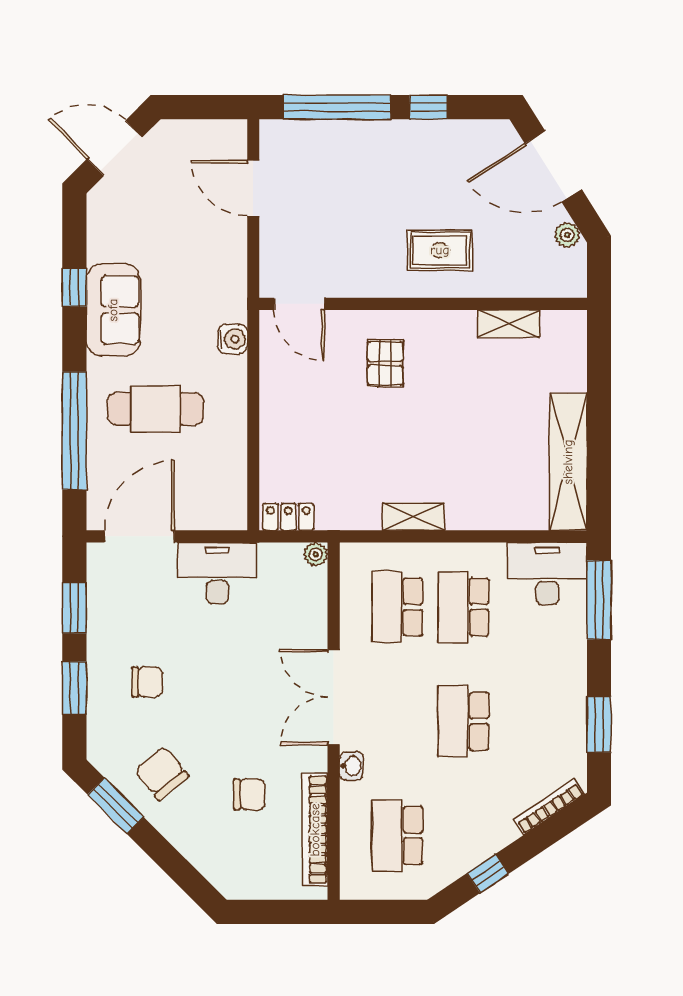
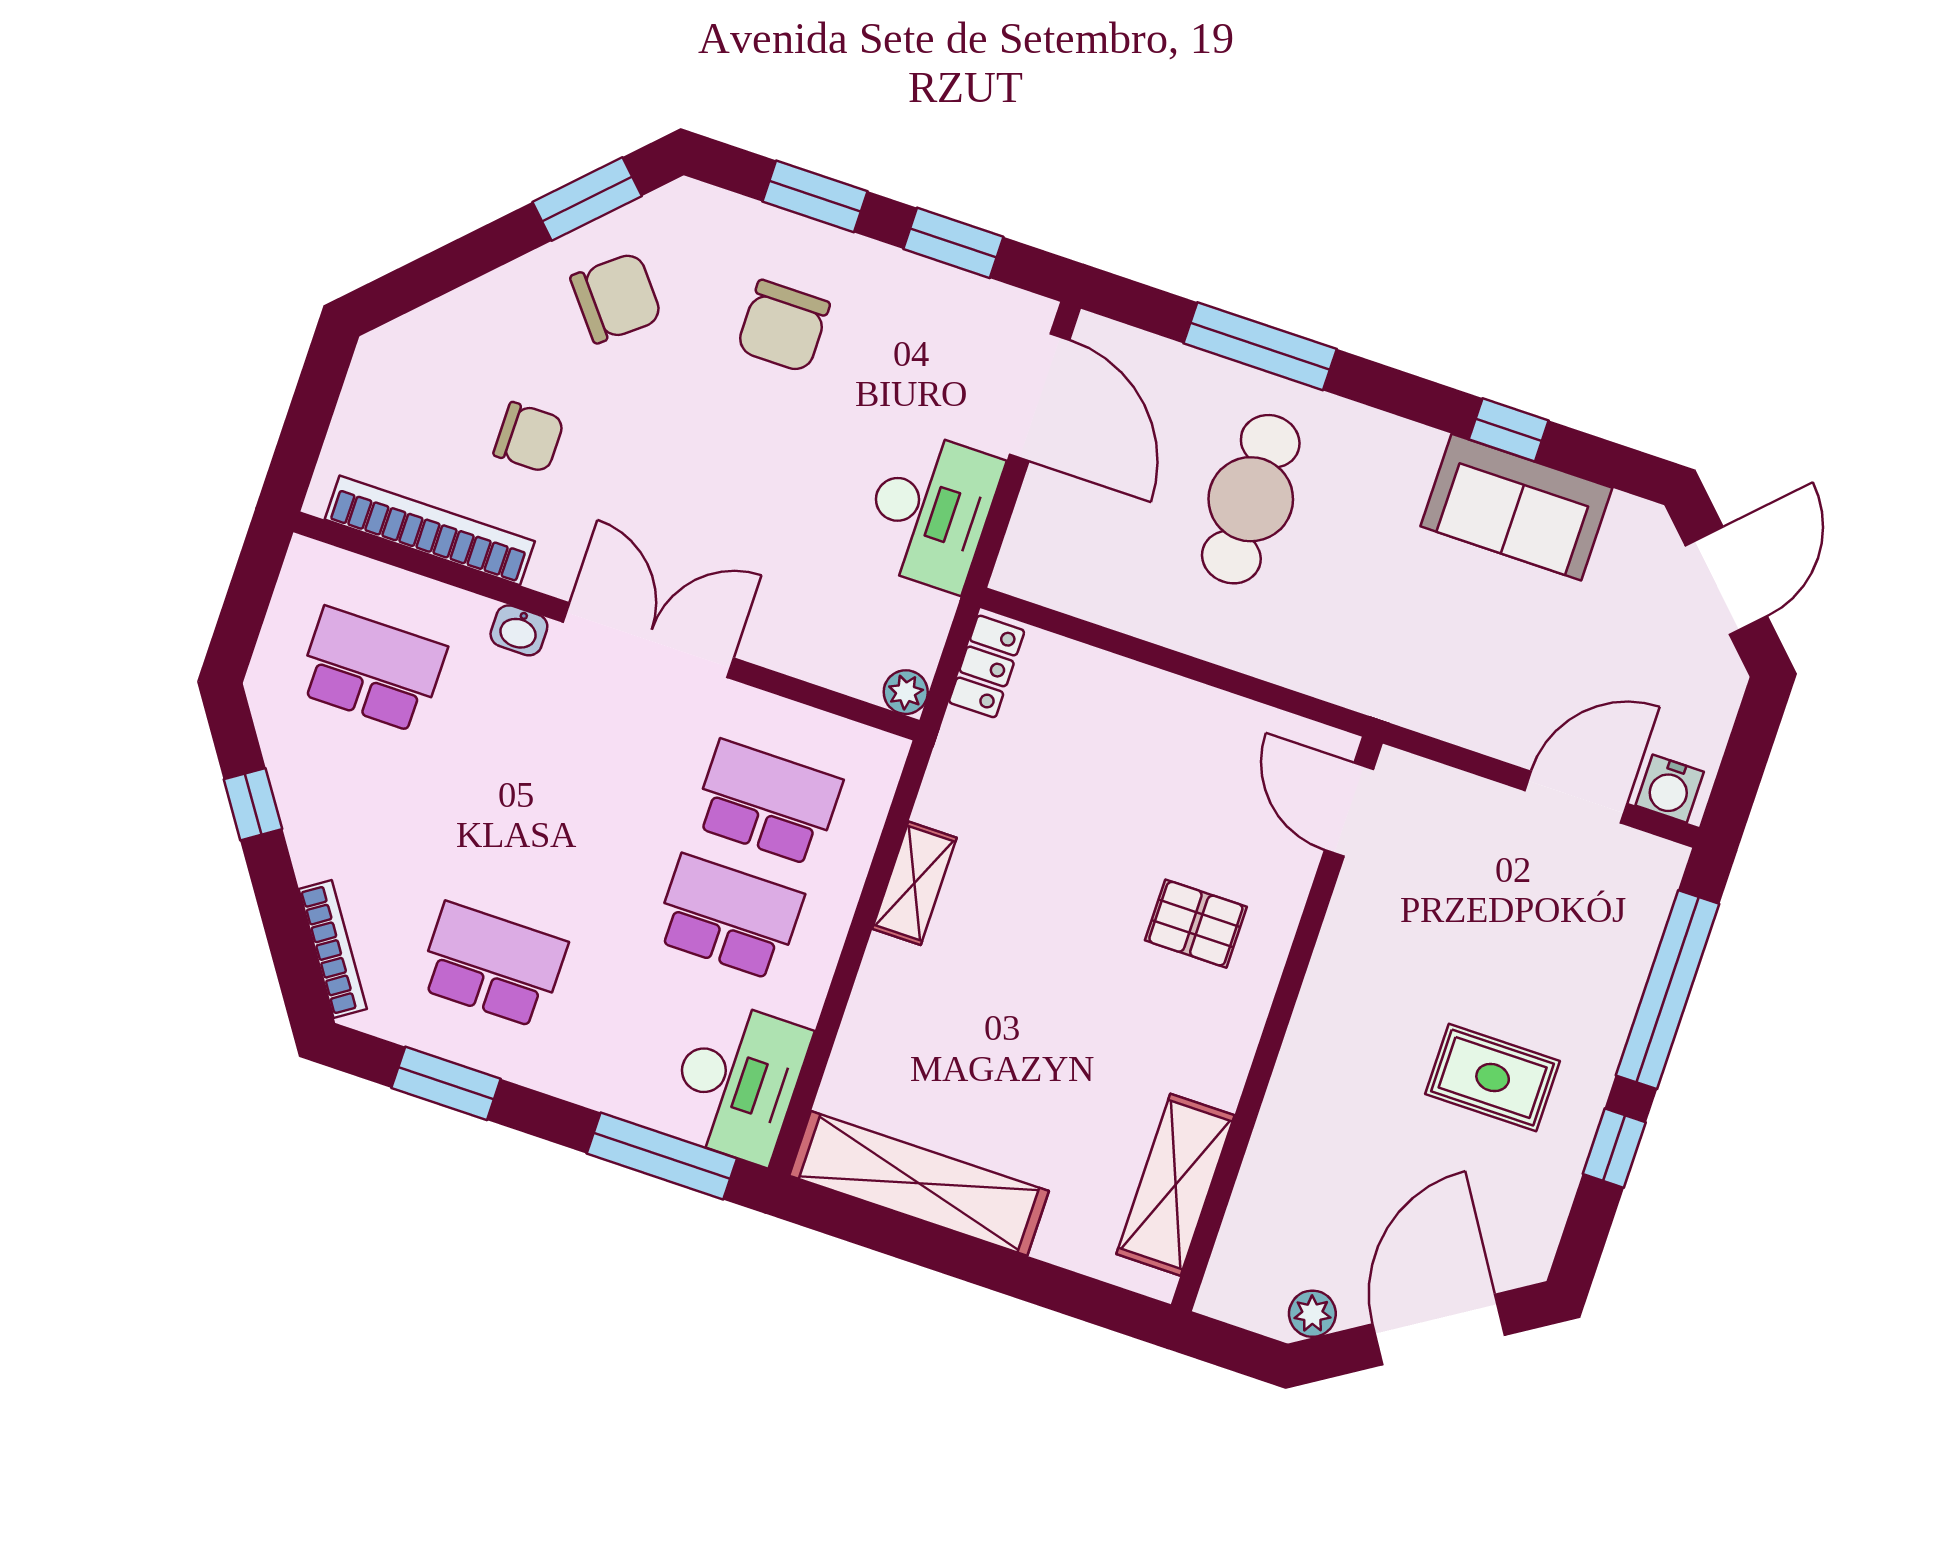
rug: (440, 250) -> (1493, 1078), moved, turned 90
door: (299, 304) -> (1349, 810), hinge flipped
sofa: (113, 310) -> (1516, 507), moved
shelving: (509, 324) -> (1175, 1185), width x1.50, depth x1.33
water cooler: (232, 339) -> (1670, 789), moved
window: (74, 431) -> (1260, 346), width x0.68
chair: (147, 682) -> (783, 326), width x1.37, depth x1.37
school desk: (463, 721) -> (492, 965), moved
chair: (249, 794) -> (529, 437), turned -90

